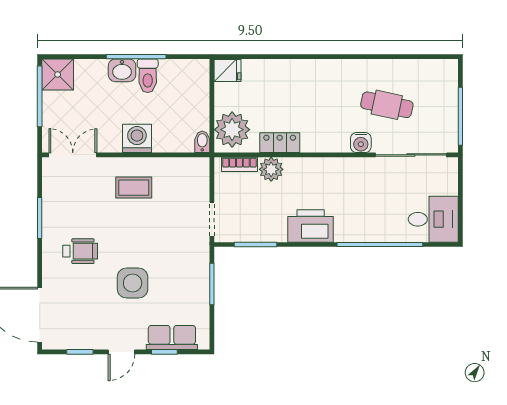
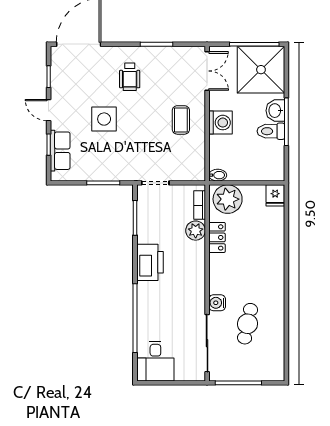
shower: (58, 74) -> (261, 70), width x1.86, depth x1.86

